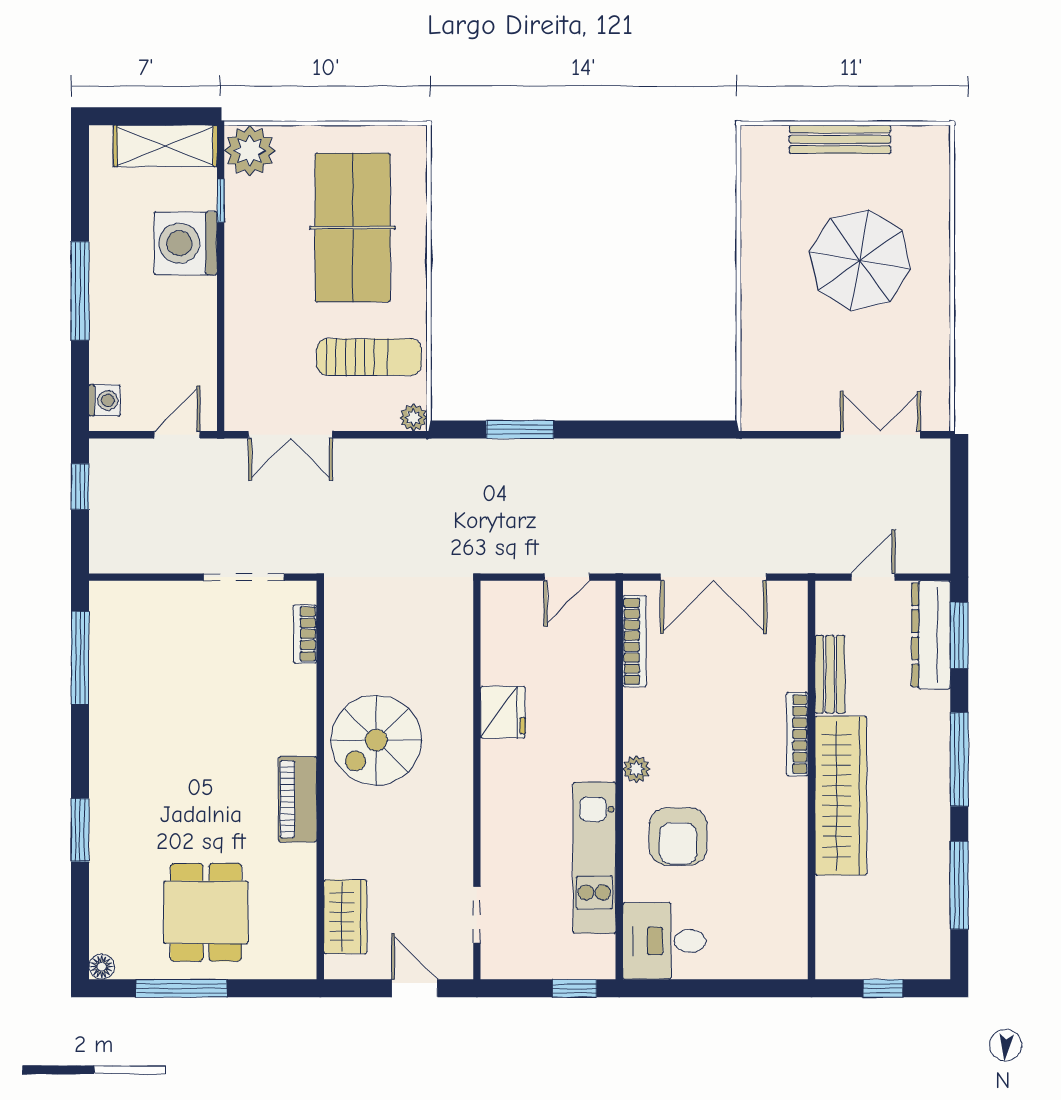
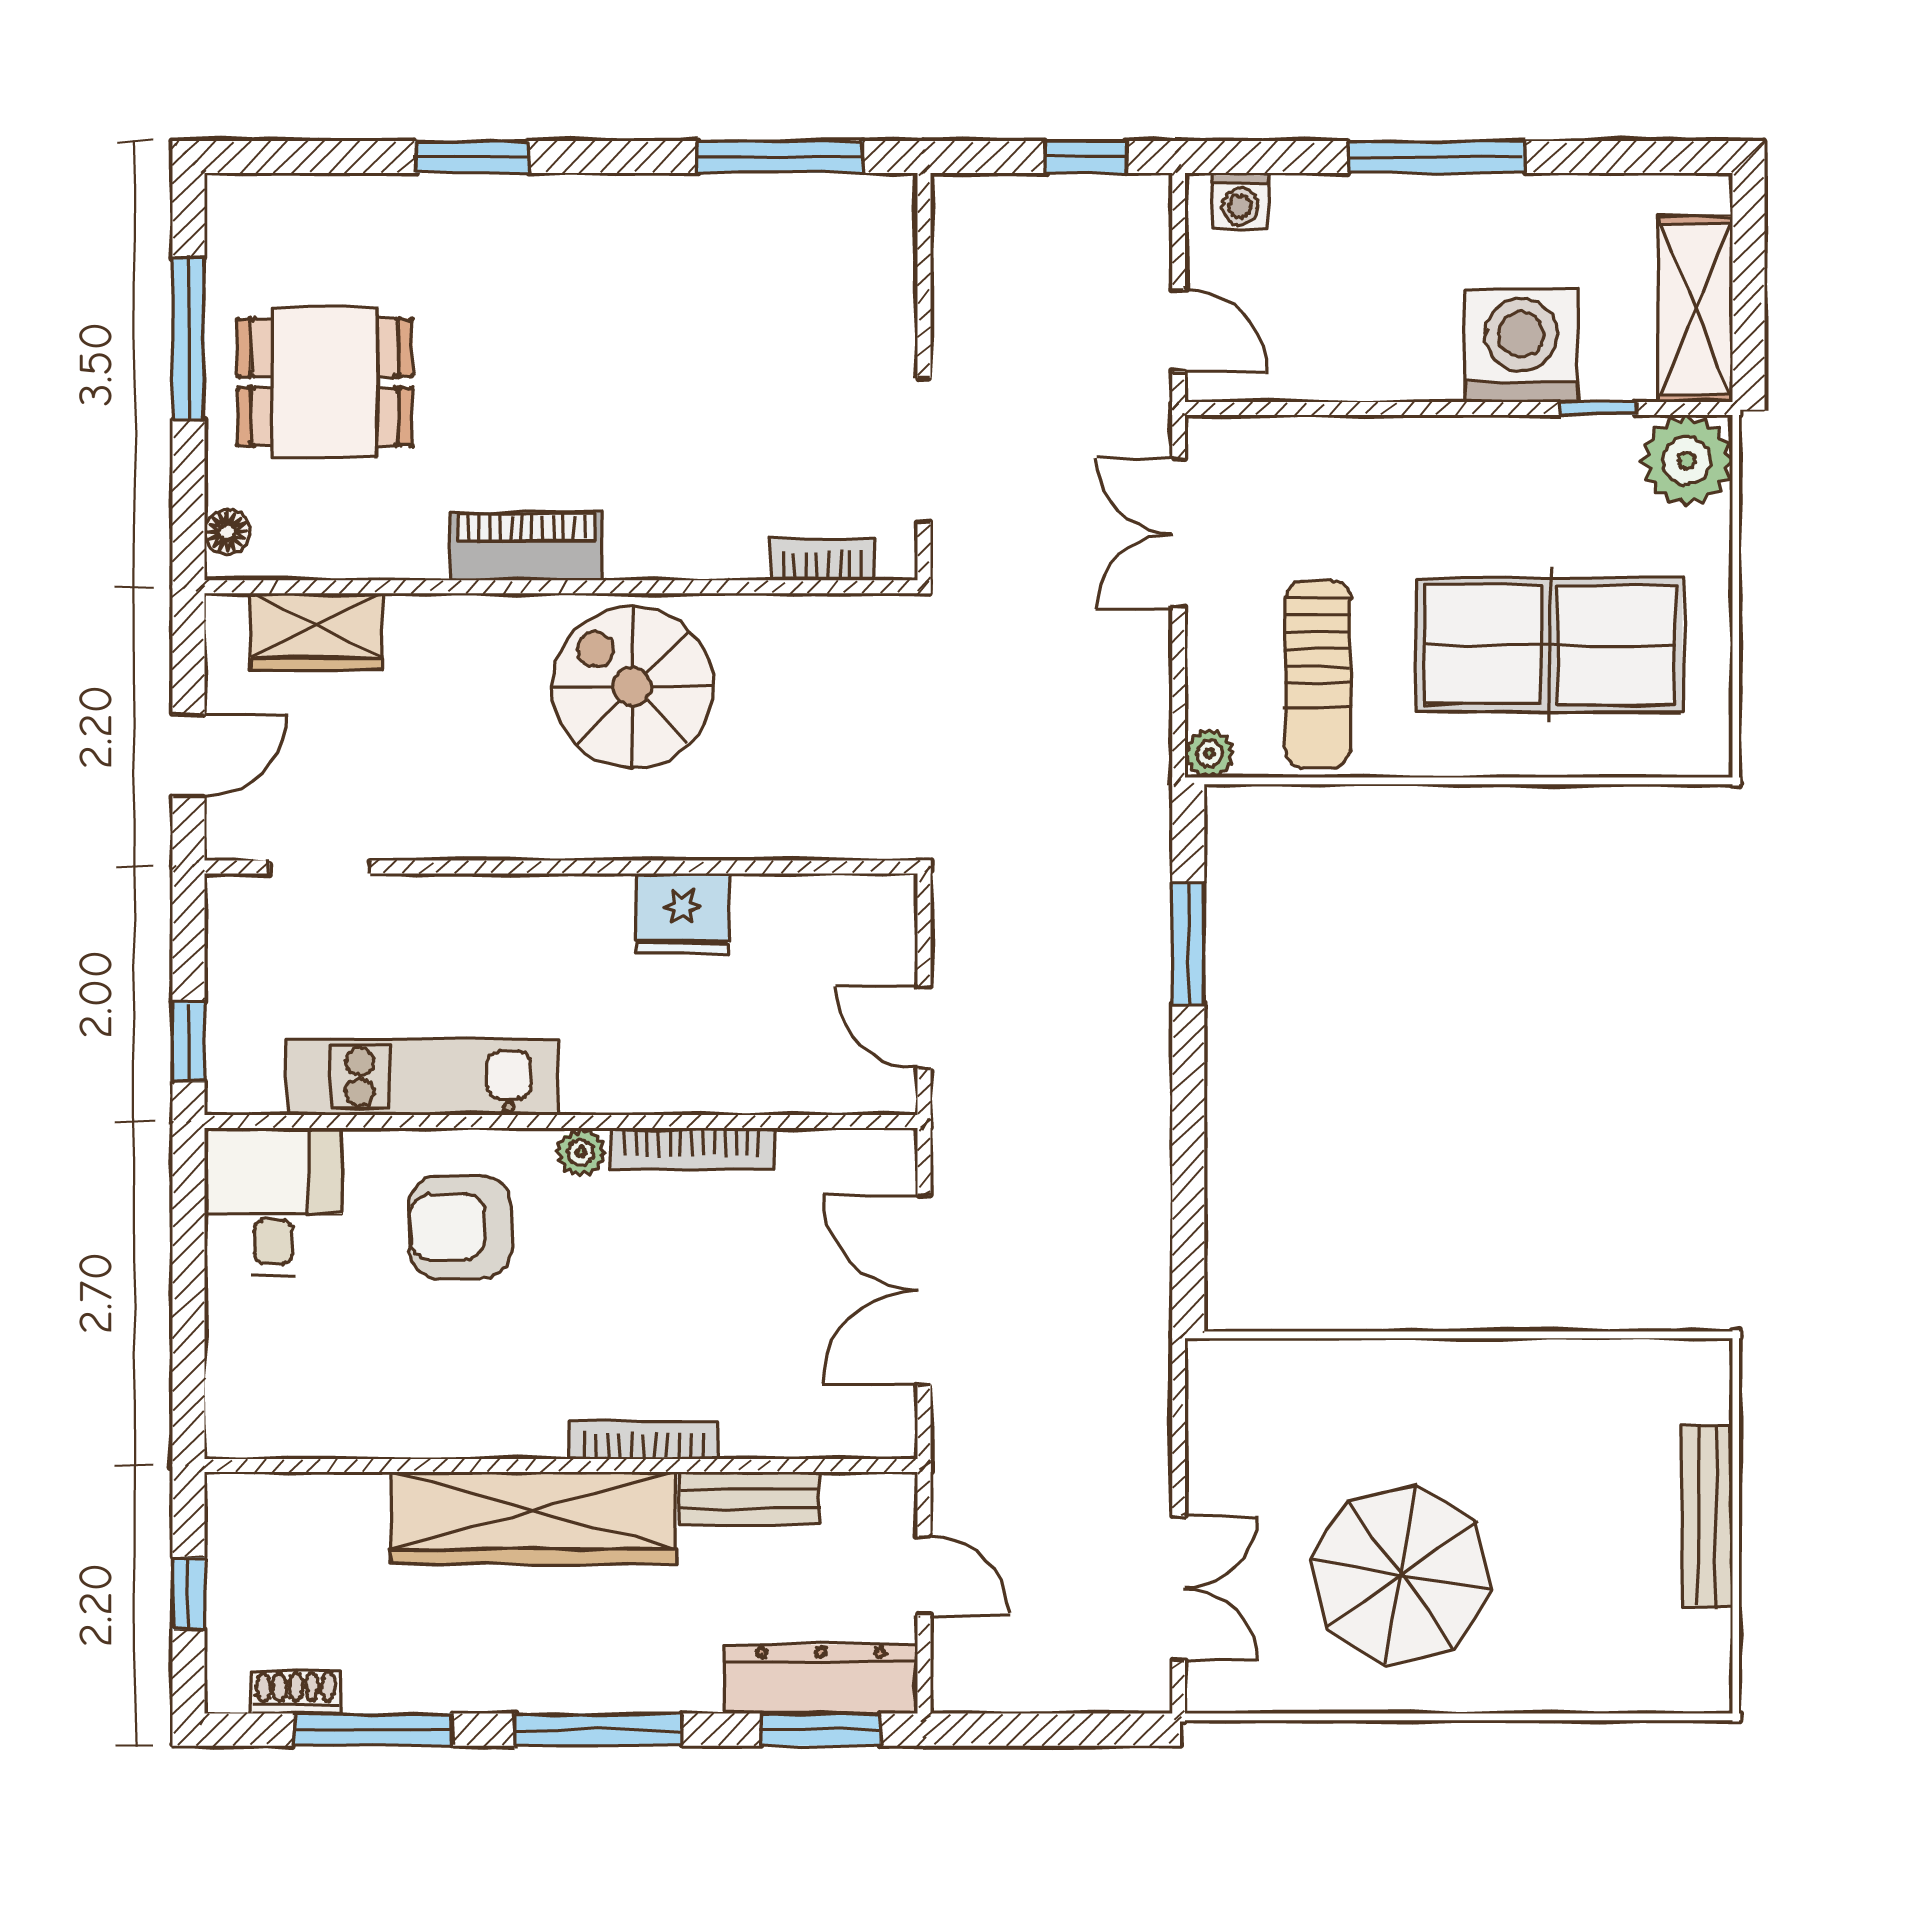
parasol: (860, 260) -> (1401, 1575), moved
bookcase: (635, 641) -> (692, 1149), moved
shoe rack: (938, 928) -> (296, 1692), added
floor lamp: (102, 967) -> (227, 532), moved

